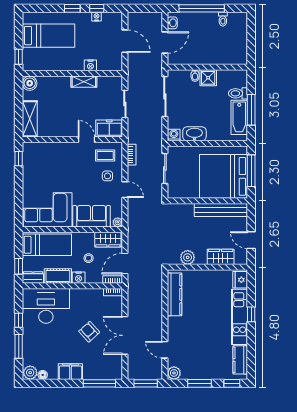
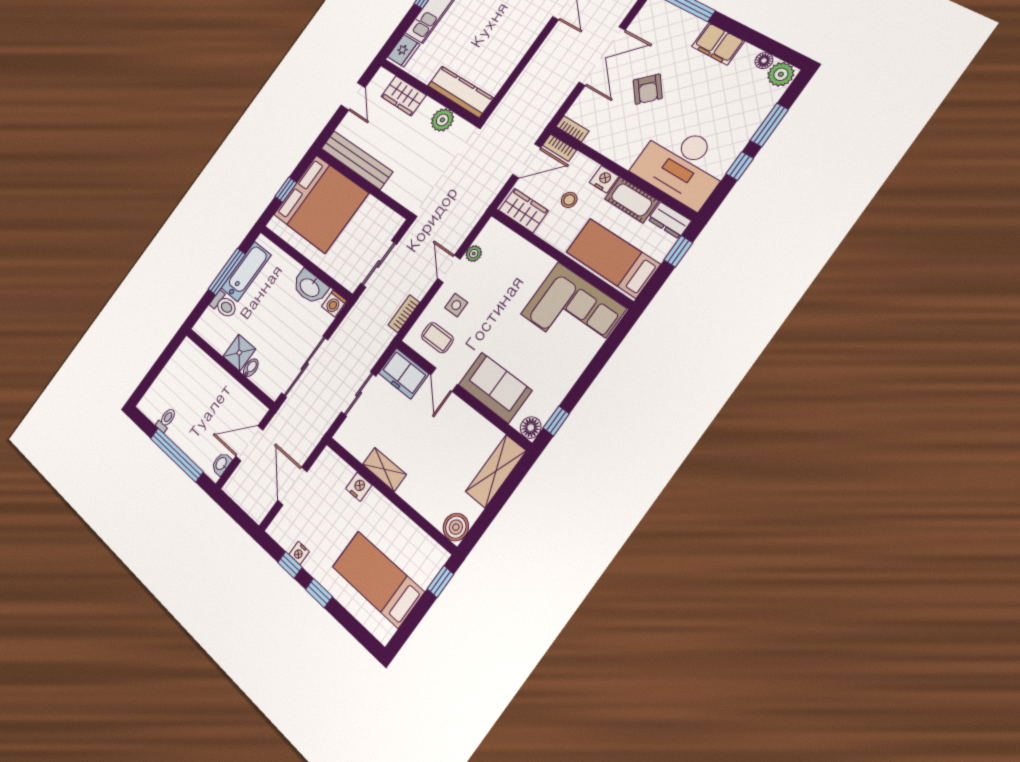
floor lamp: (28, 148) -> (531, 428), added
window: (251, 171) -> (286, 190), width x0.46
sofa: (92, 216) -> (495, 388), moved, turned 180
plant: (118, 222) -> (474, 254), moved
kitchen counter: (175, 294) -> (460, 92), moved, turned 90

